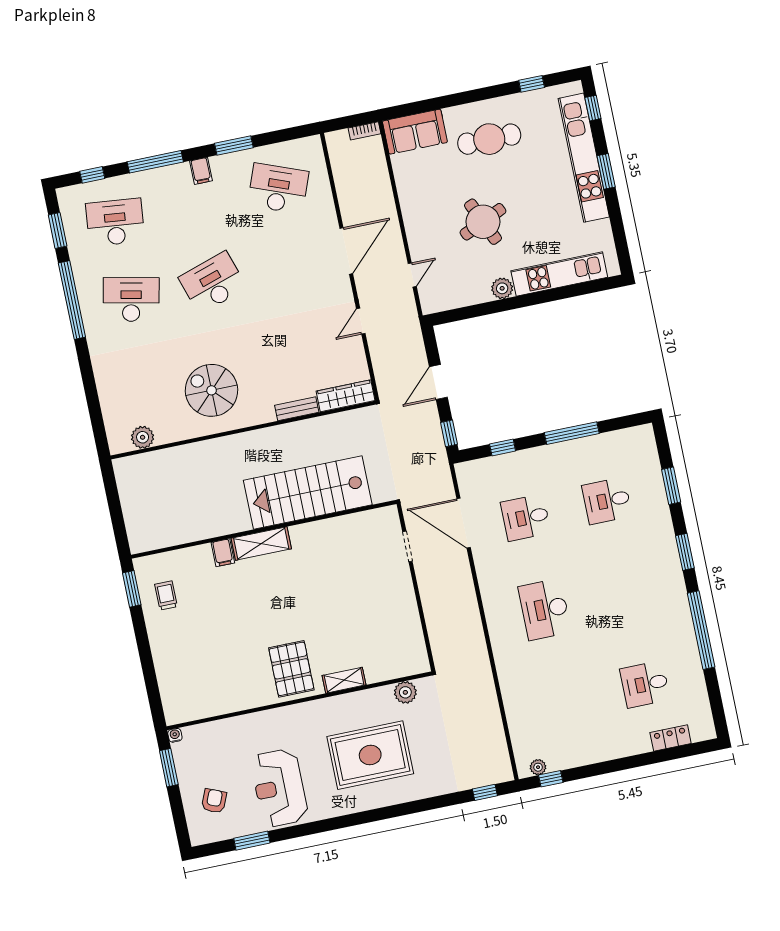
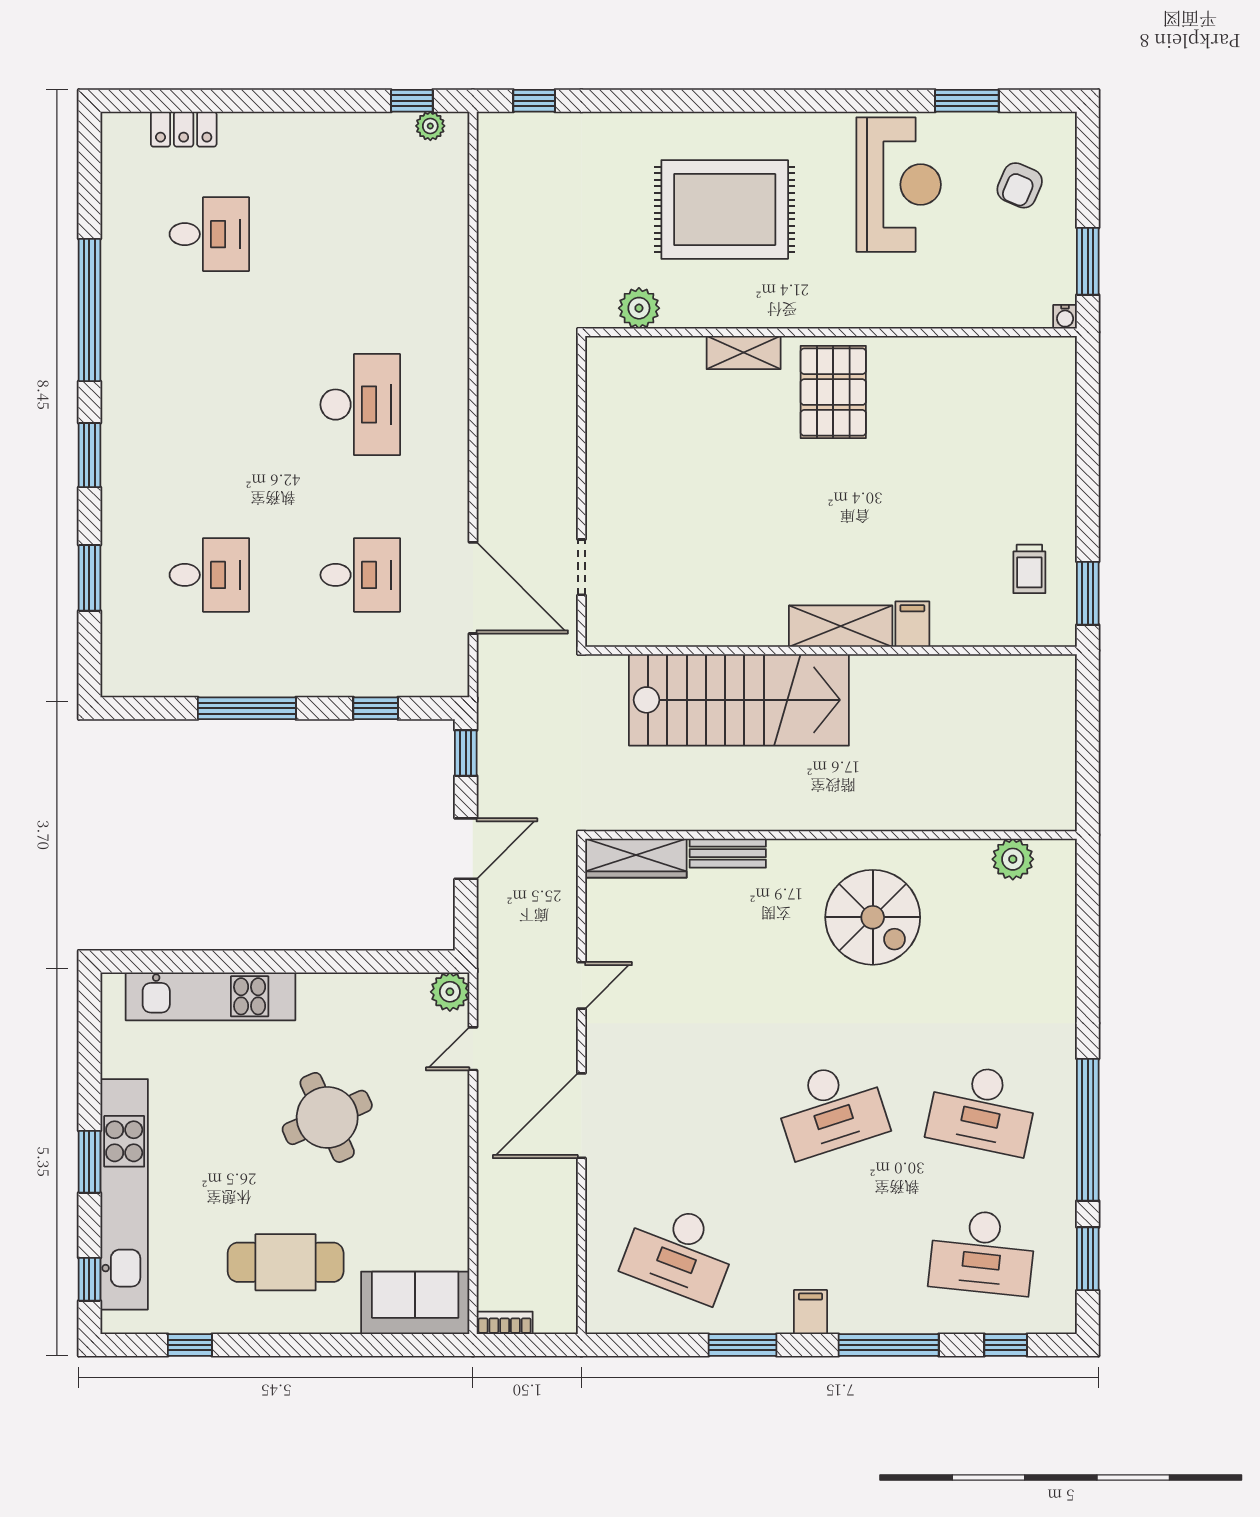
plant: (502, 288) -> (450, 992), moved

